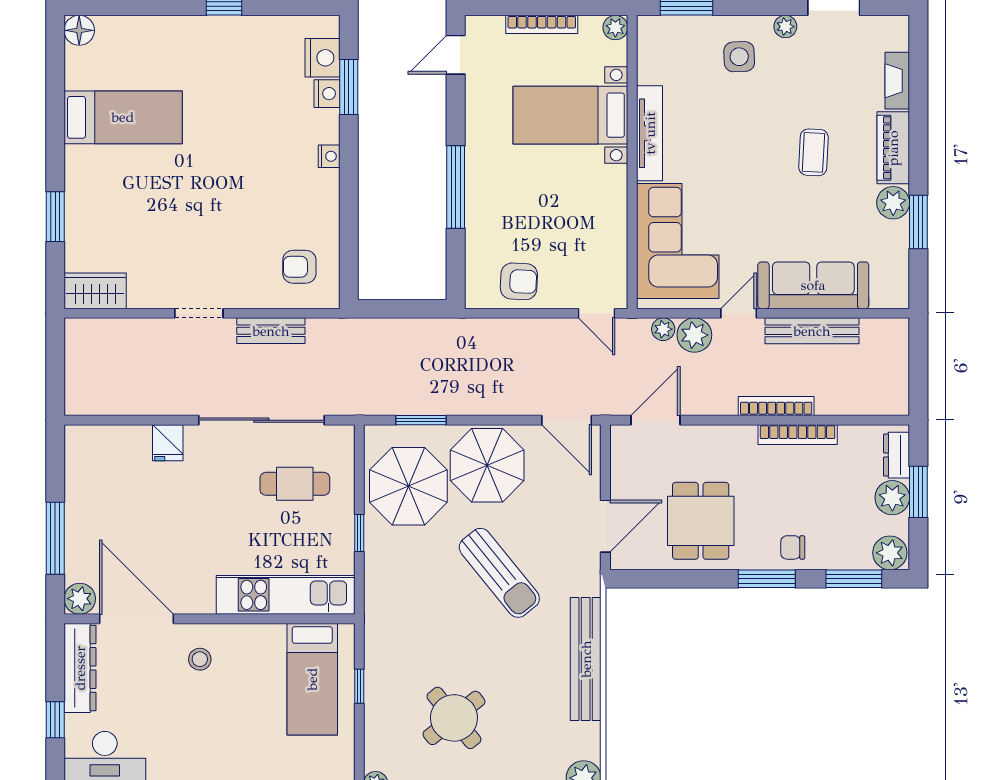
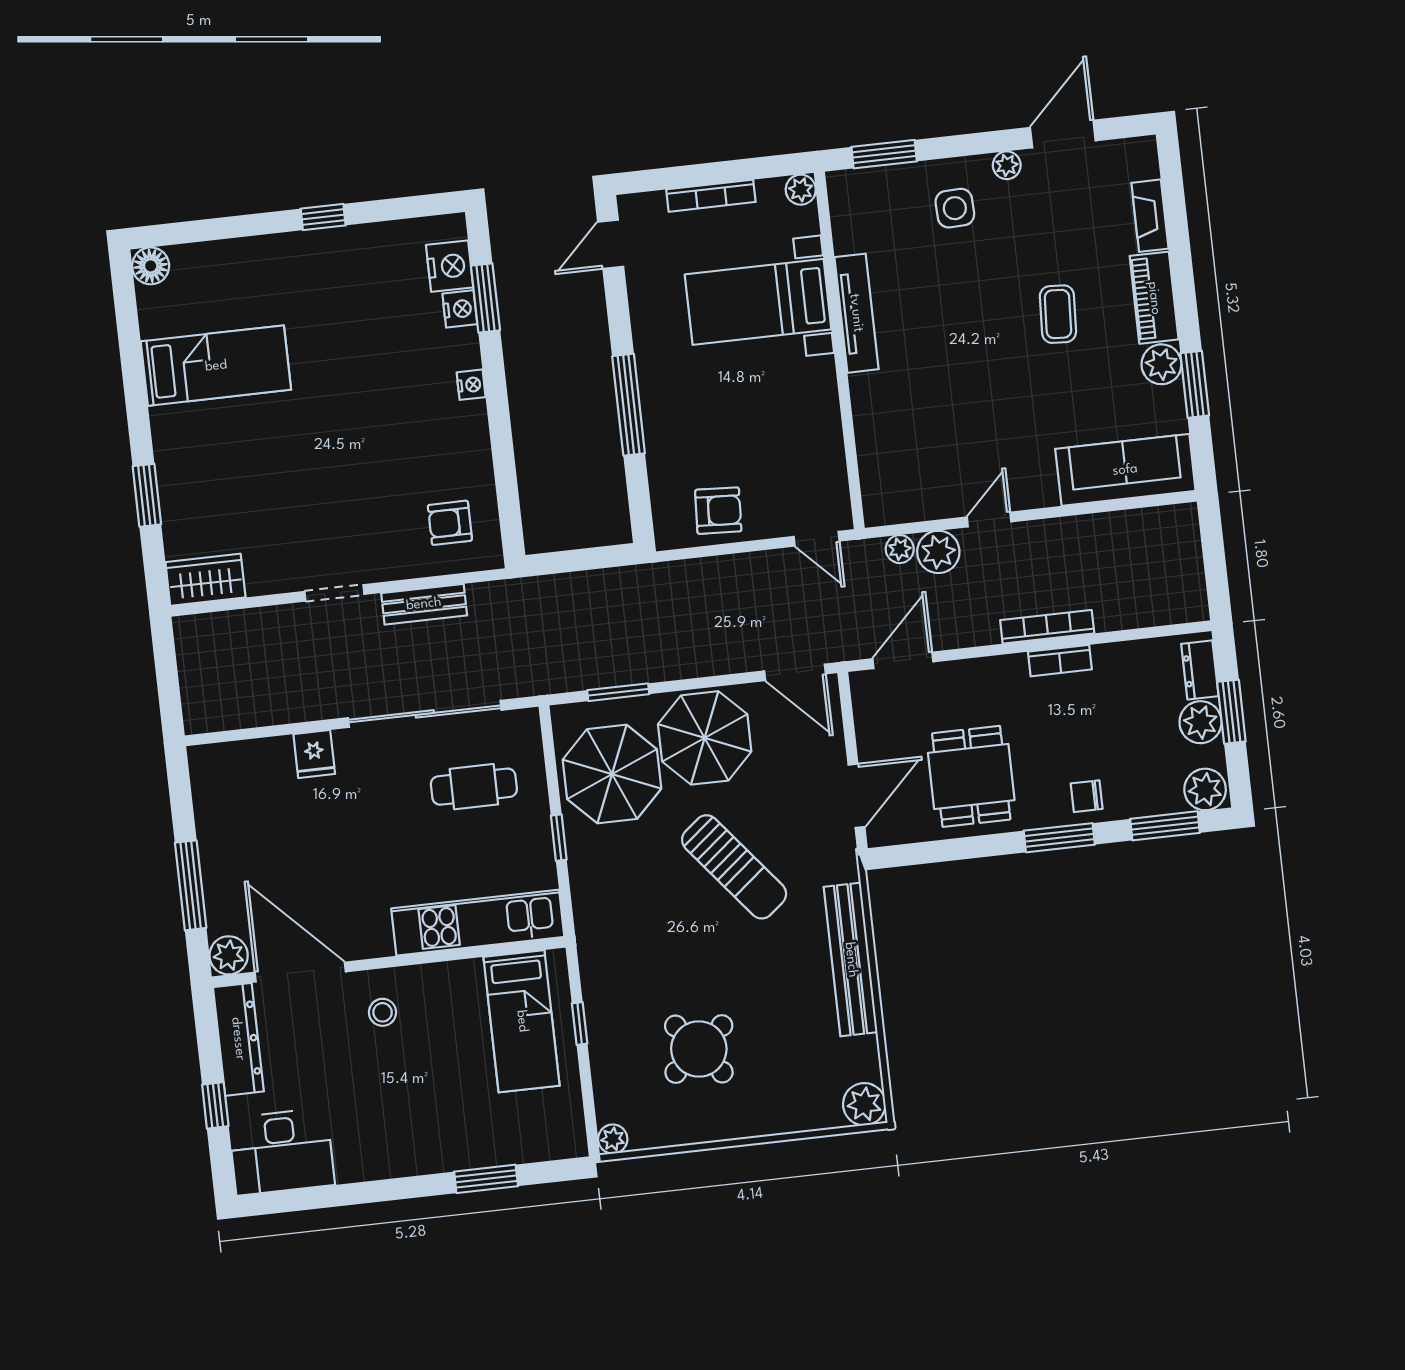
corner sofa: (678, 241) -> (905, 440), removed
sofa: (813, 285) -> (1125, 470), moved
bench: (812, 331) -> (1080, 531), removed
bookcase: (798, 435) -> (1060, 661), width x0.64

